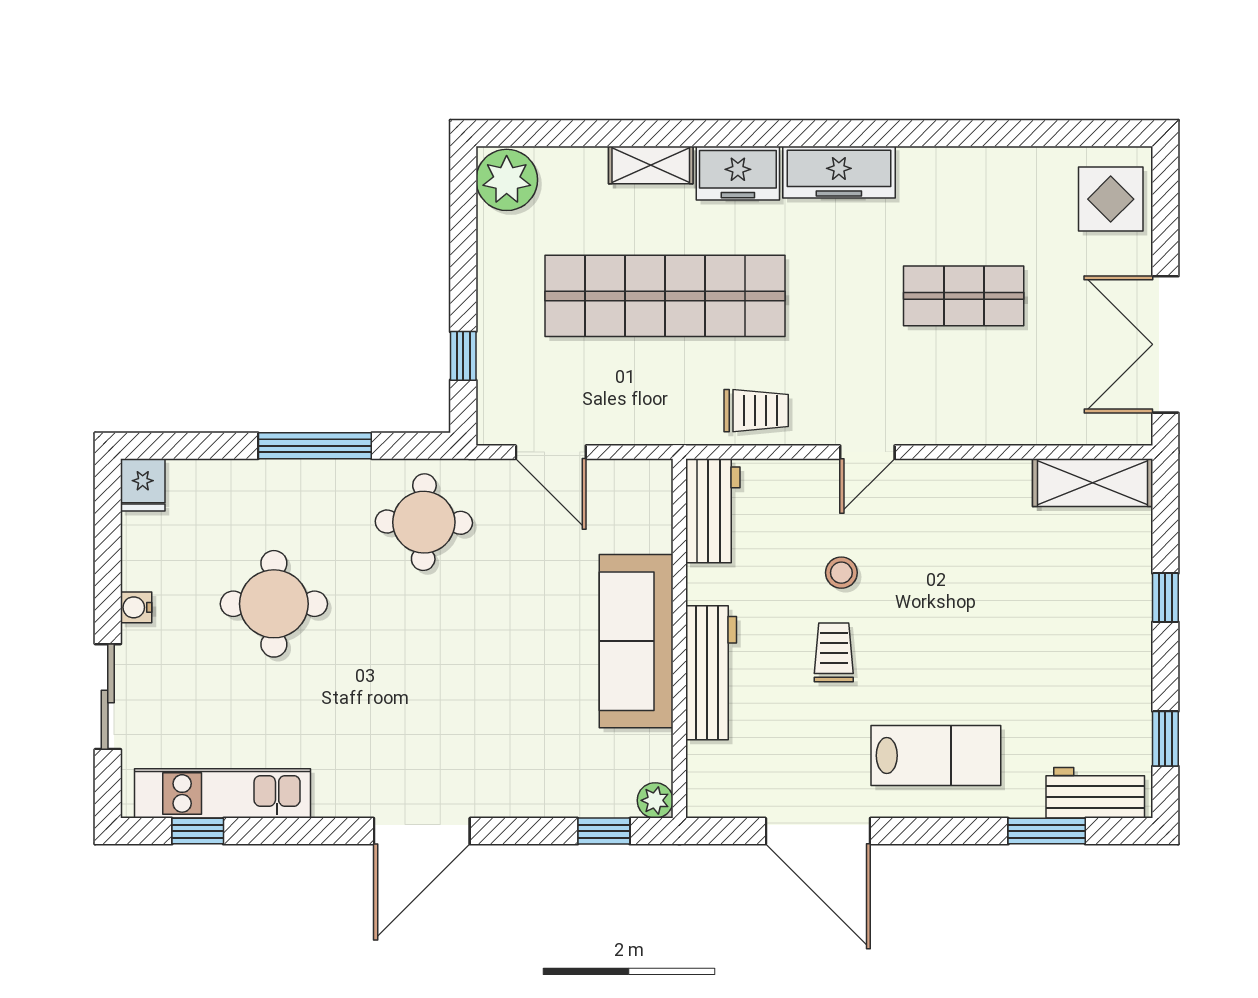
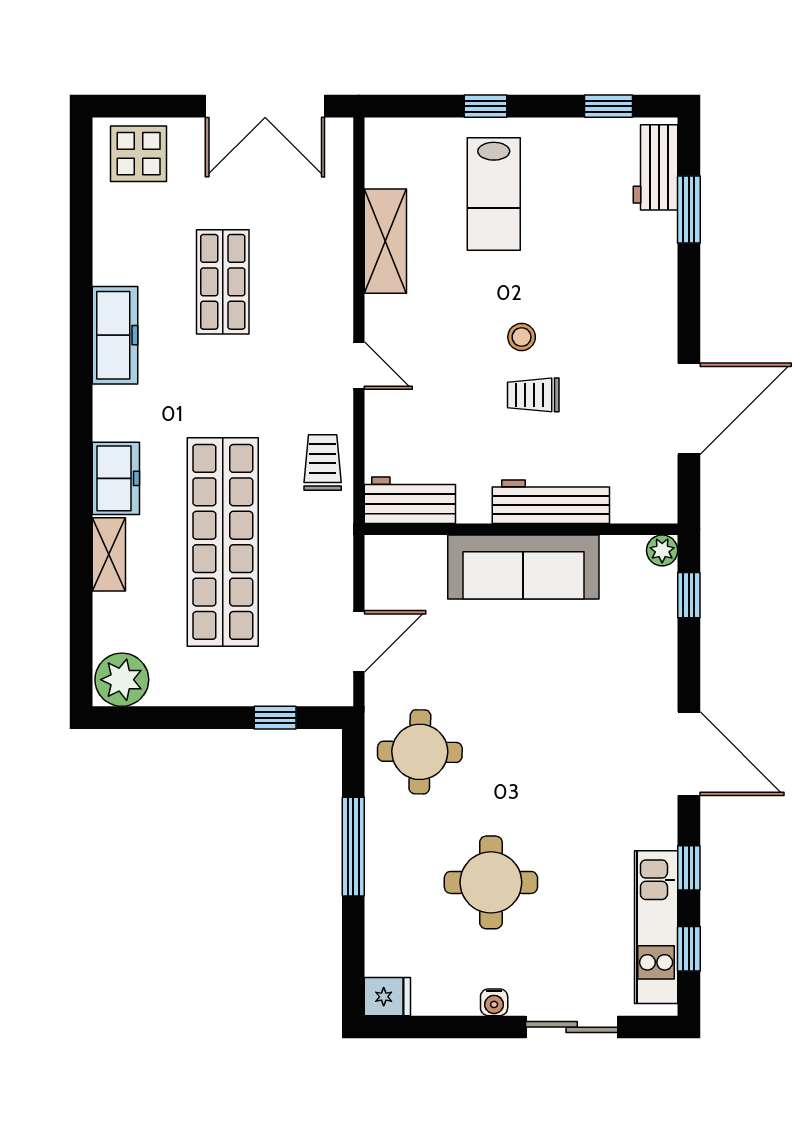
freezer: (839, 172) -> (115, 335), moved
shelving: (1093, 483) -> (385, 241), moved
stool: (841, 573) -> (522, 337), moved
lab bench: (936, 756) -> (494, 194), moved, turned 180
window: (291, 831) -> (689, 868), added

